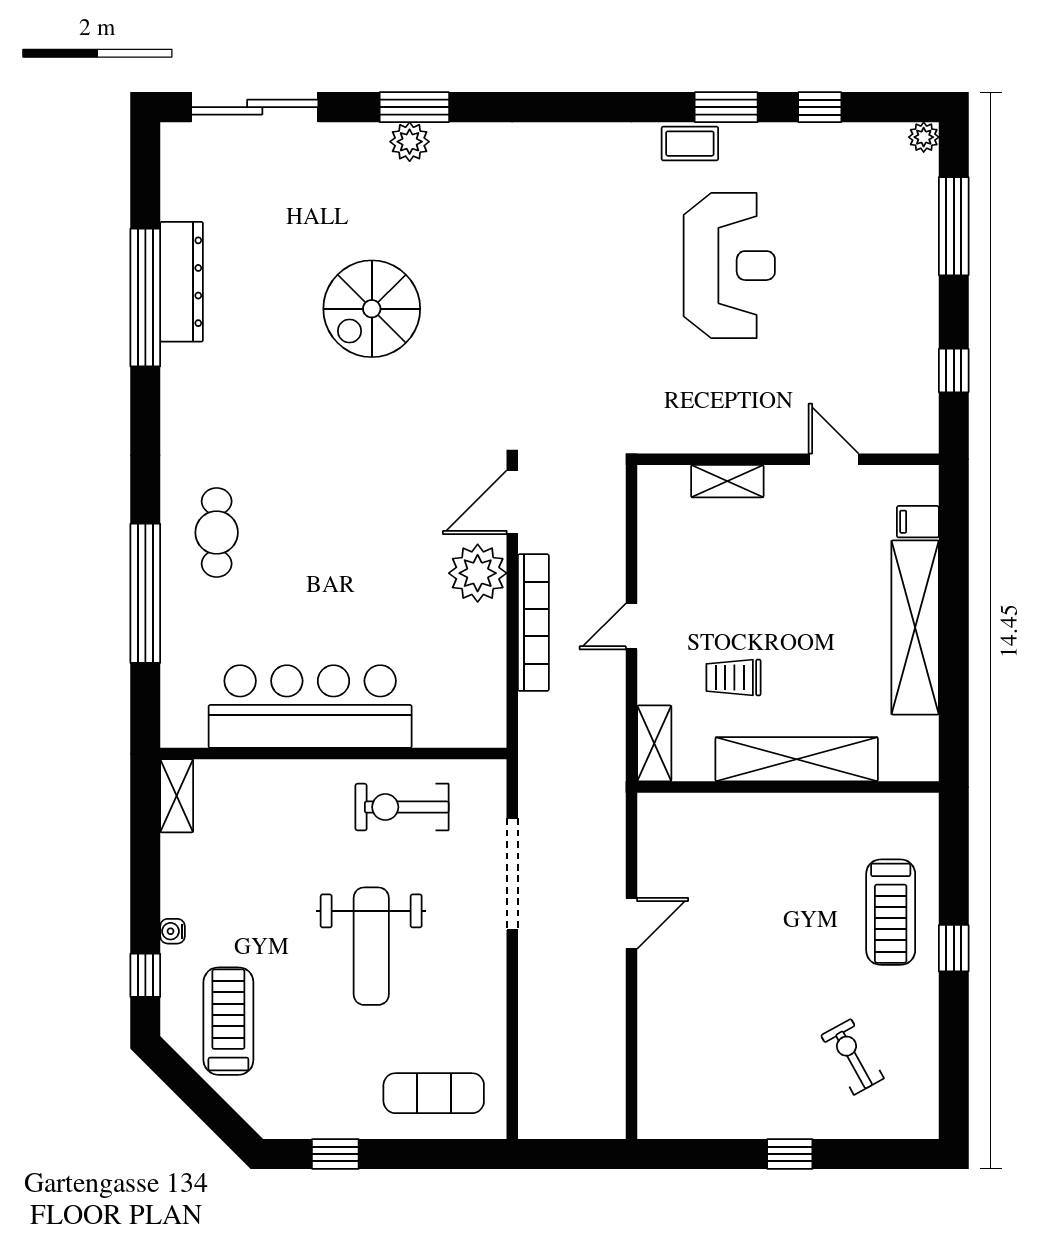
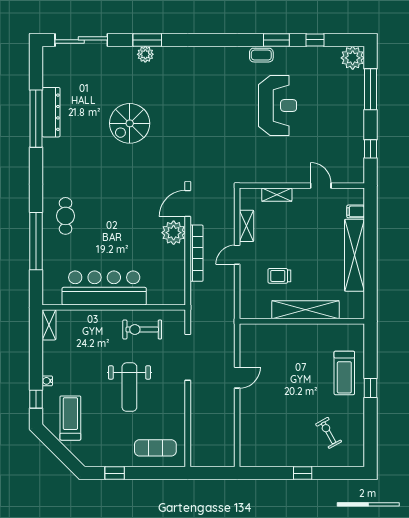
plant: (924, 137) -> (353, 58), width x1.88, depth x1.88
shelving: (654, 743) -> (247, 226), moved

